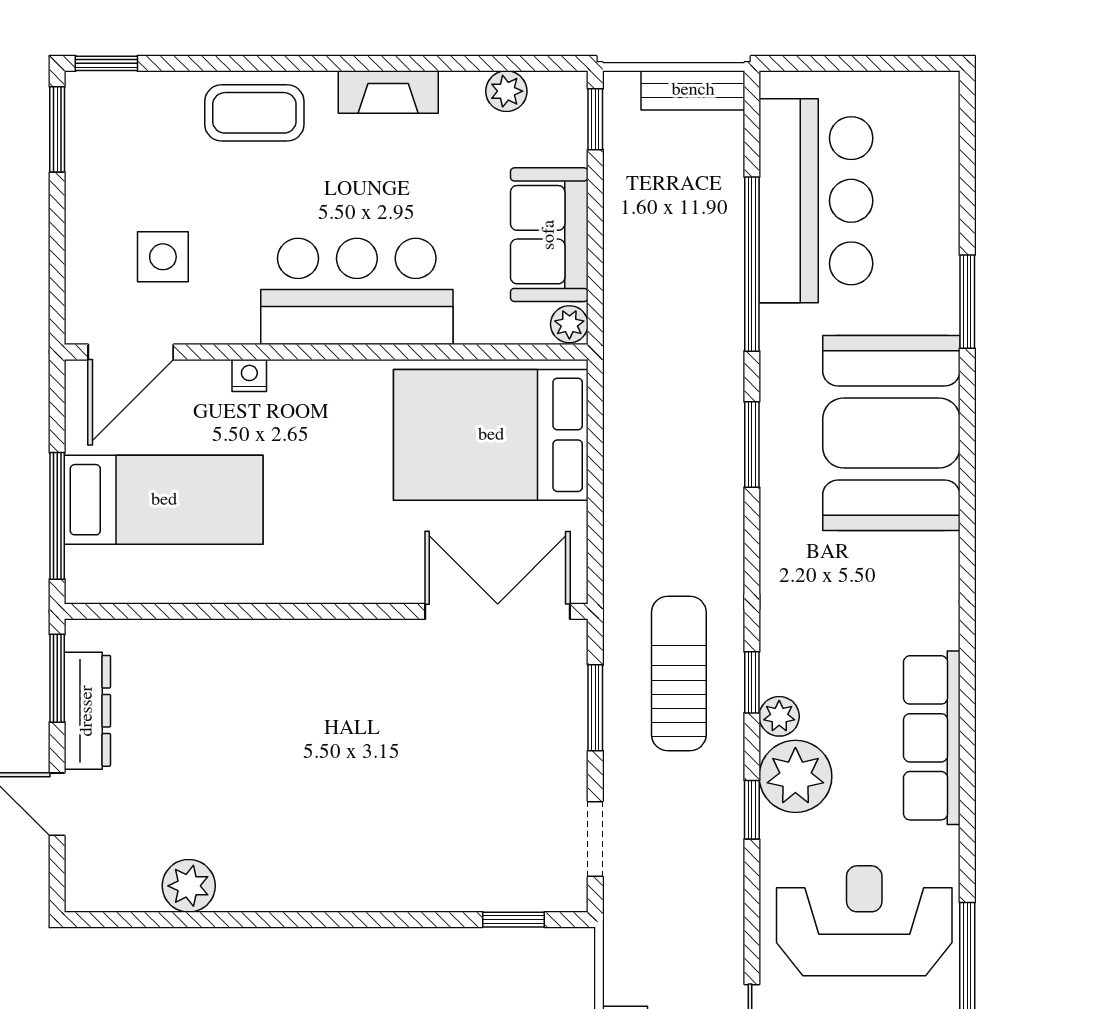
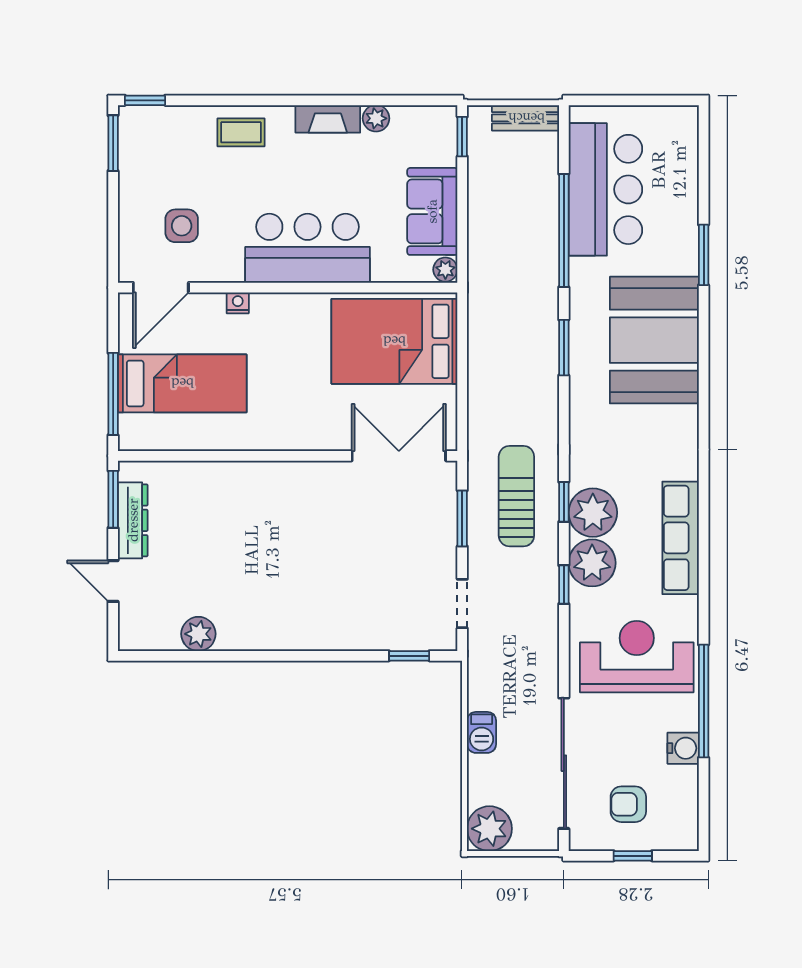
plant: (506, 91) -> (376, 118), moved
coffee table: (254, 113) -> (241, 132), width x0.73, depth x0.77
plant: (779, 716) -> (593, 513), width x1.87, depth x1.87

